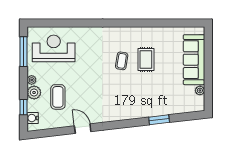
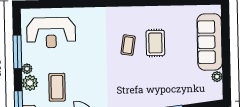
reception desk: (54, 48) -> (51, 33), turned 180
window: (23, 52) -> (17, 52), moved

